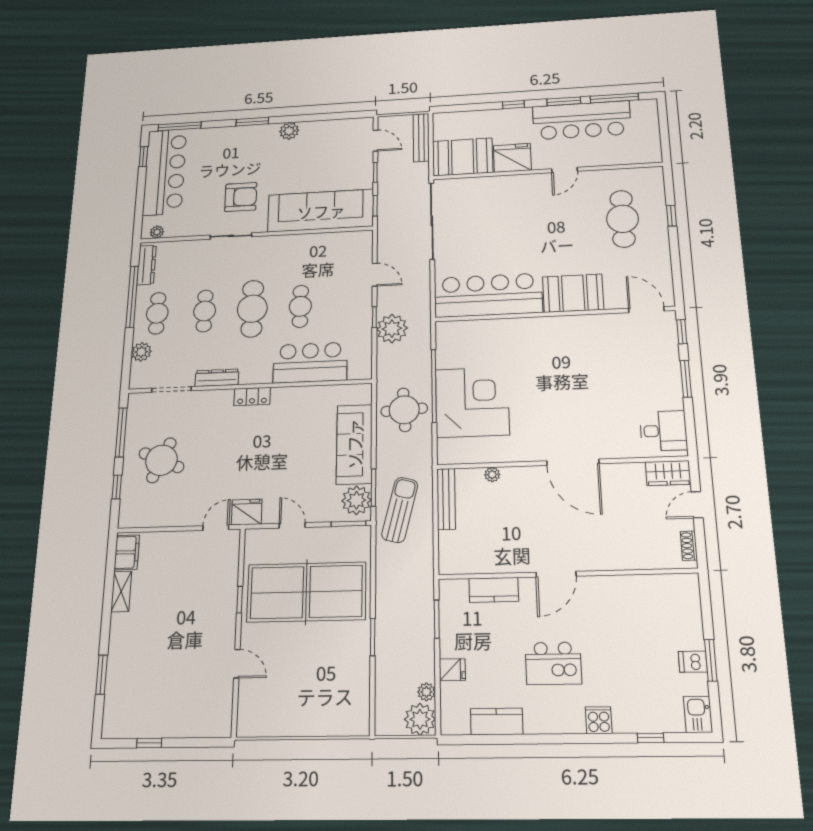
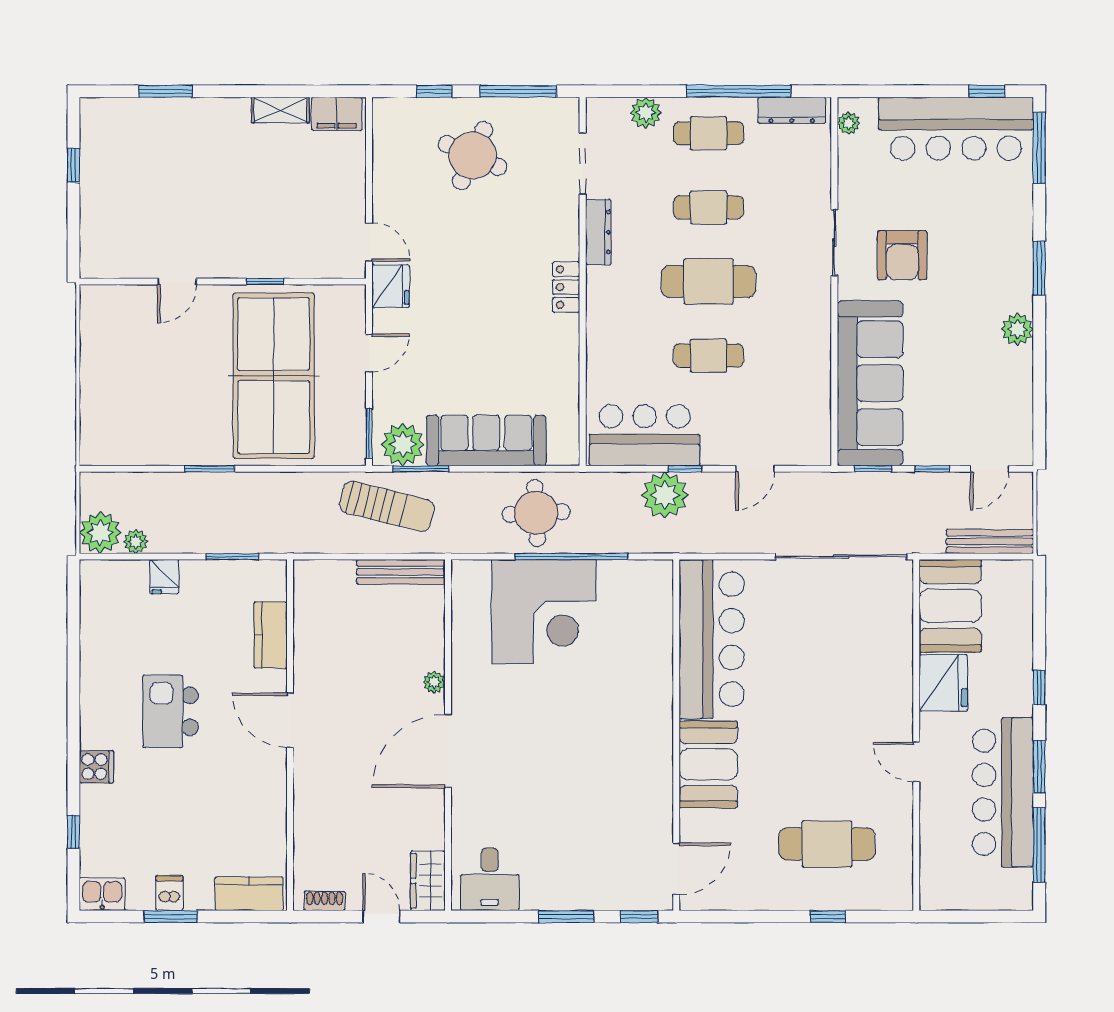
bar counter: (310, 363) -> (645, 435), moved, turned -90
plant: (492, 475) -> (434, 682), moved
kitchen counter: (497, 721) -> (249, 894), moved, turned -90

